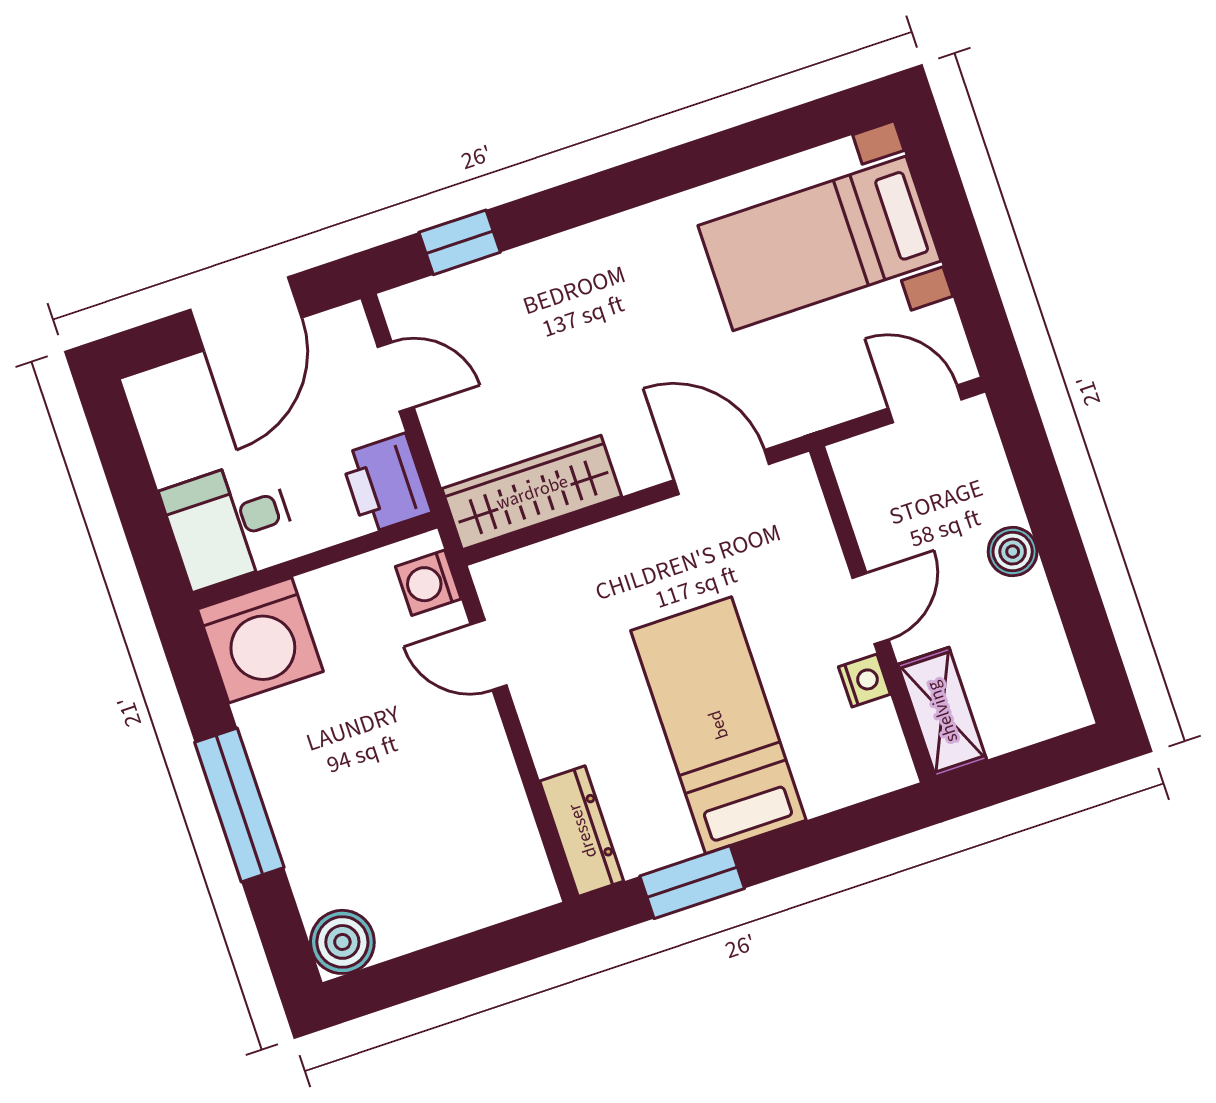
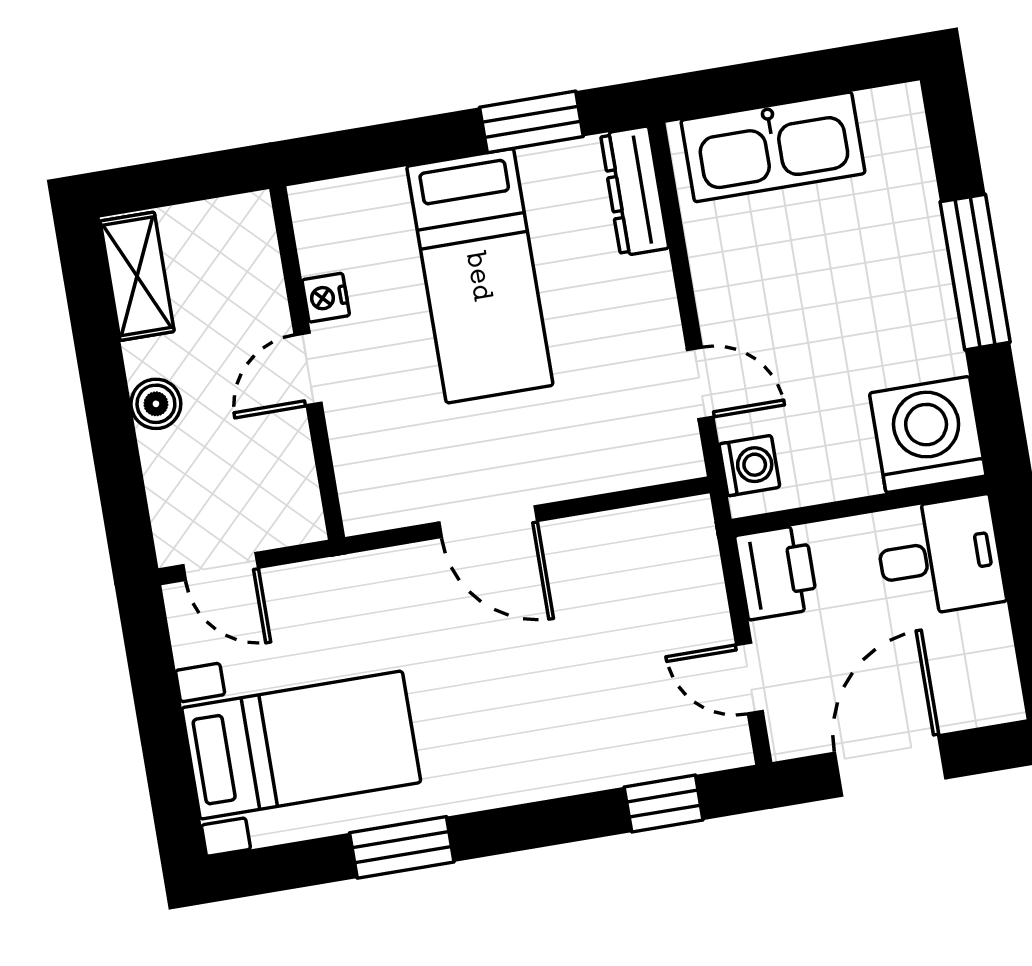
window: (706, 160) -> (402, 847), added
door: (722, 472) -> (488, 522), moved
wardrobe: (532, 492) -> (631, 540), removed
shelving: (942, 712) -> (137, 276), moved
kitchen sink: (454, 895) -> (773, 147), added
boiler: (342, 942) -> (893, 117), removed

